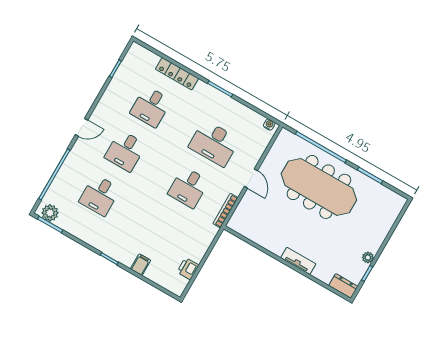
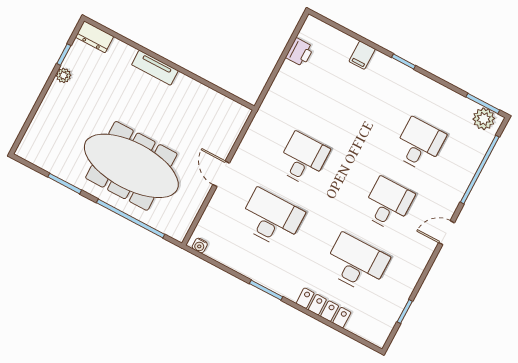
desk: (151, 107) -> (356, 263), width x1.37
bookcase: (225, 211) -> (253, 130), removed

